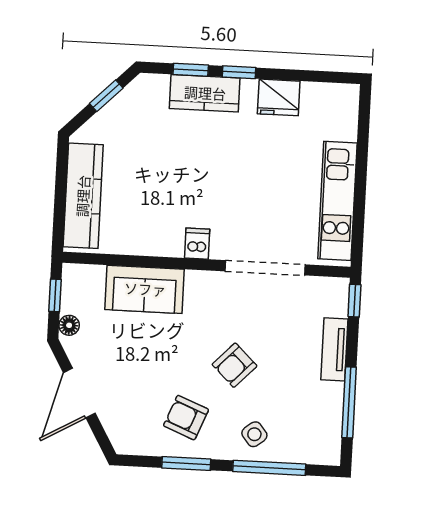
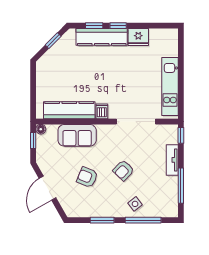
kitchen counter: (205, 93) -> (102, 37), width x1.50
kitchen counter: (83, 196) -> (69, 110), moved, turned -90
floor lamp: (69, 325) -> (41, 129), moved
armchair: (186, 418) -> (87, 177), moved

